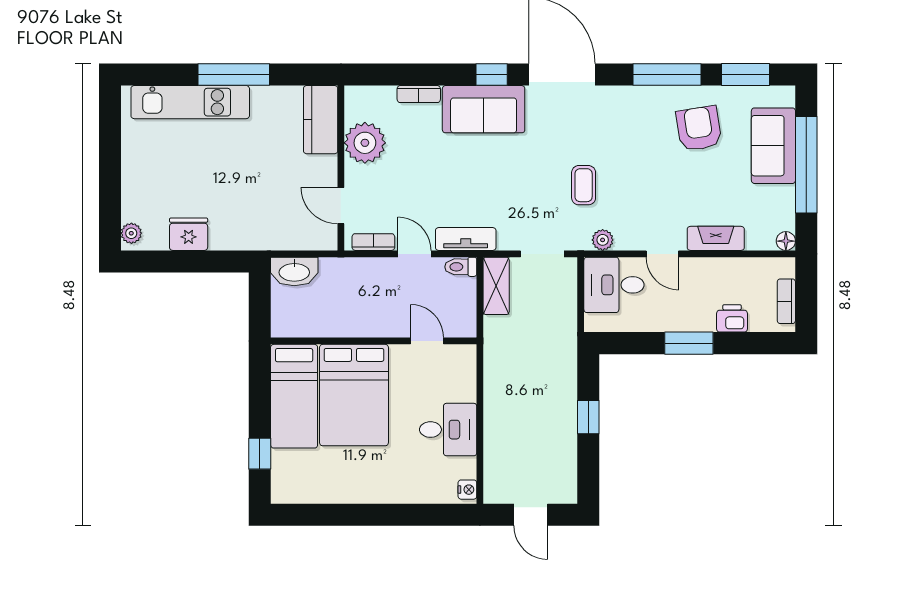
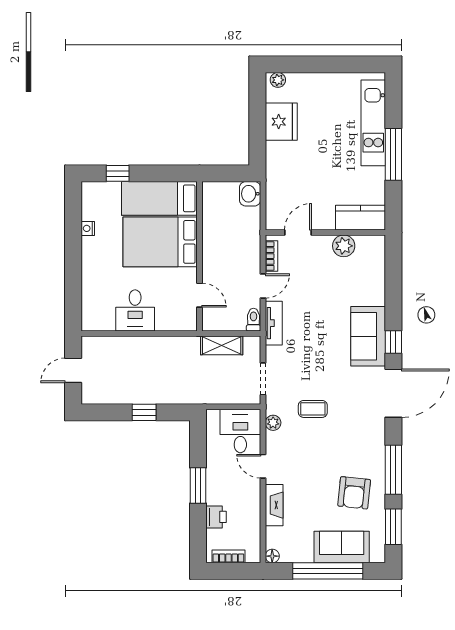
bookcase: (419, 94) -> (379, 289), removed
armchair: (699, 128) -> (354, 493), turned 105
plant: (365, 143) -> (344, 246), width x0.73, depth x0.73
fridge: (189, 234) -> (281, 122), width x1.36, depth x1.34
door: (662, 254) -> (263, 466), hinge flipped
washbasin: (294, 271) -> (250, 194), width x0.72
shelving: (496, 286) -> (222, 345), moved
door: (427, 341) -> (200, 295), hinge flipped
nightstand: (467, 490) -> (88, 228), moved, turned 90

